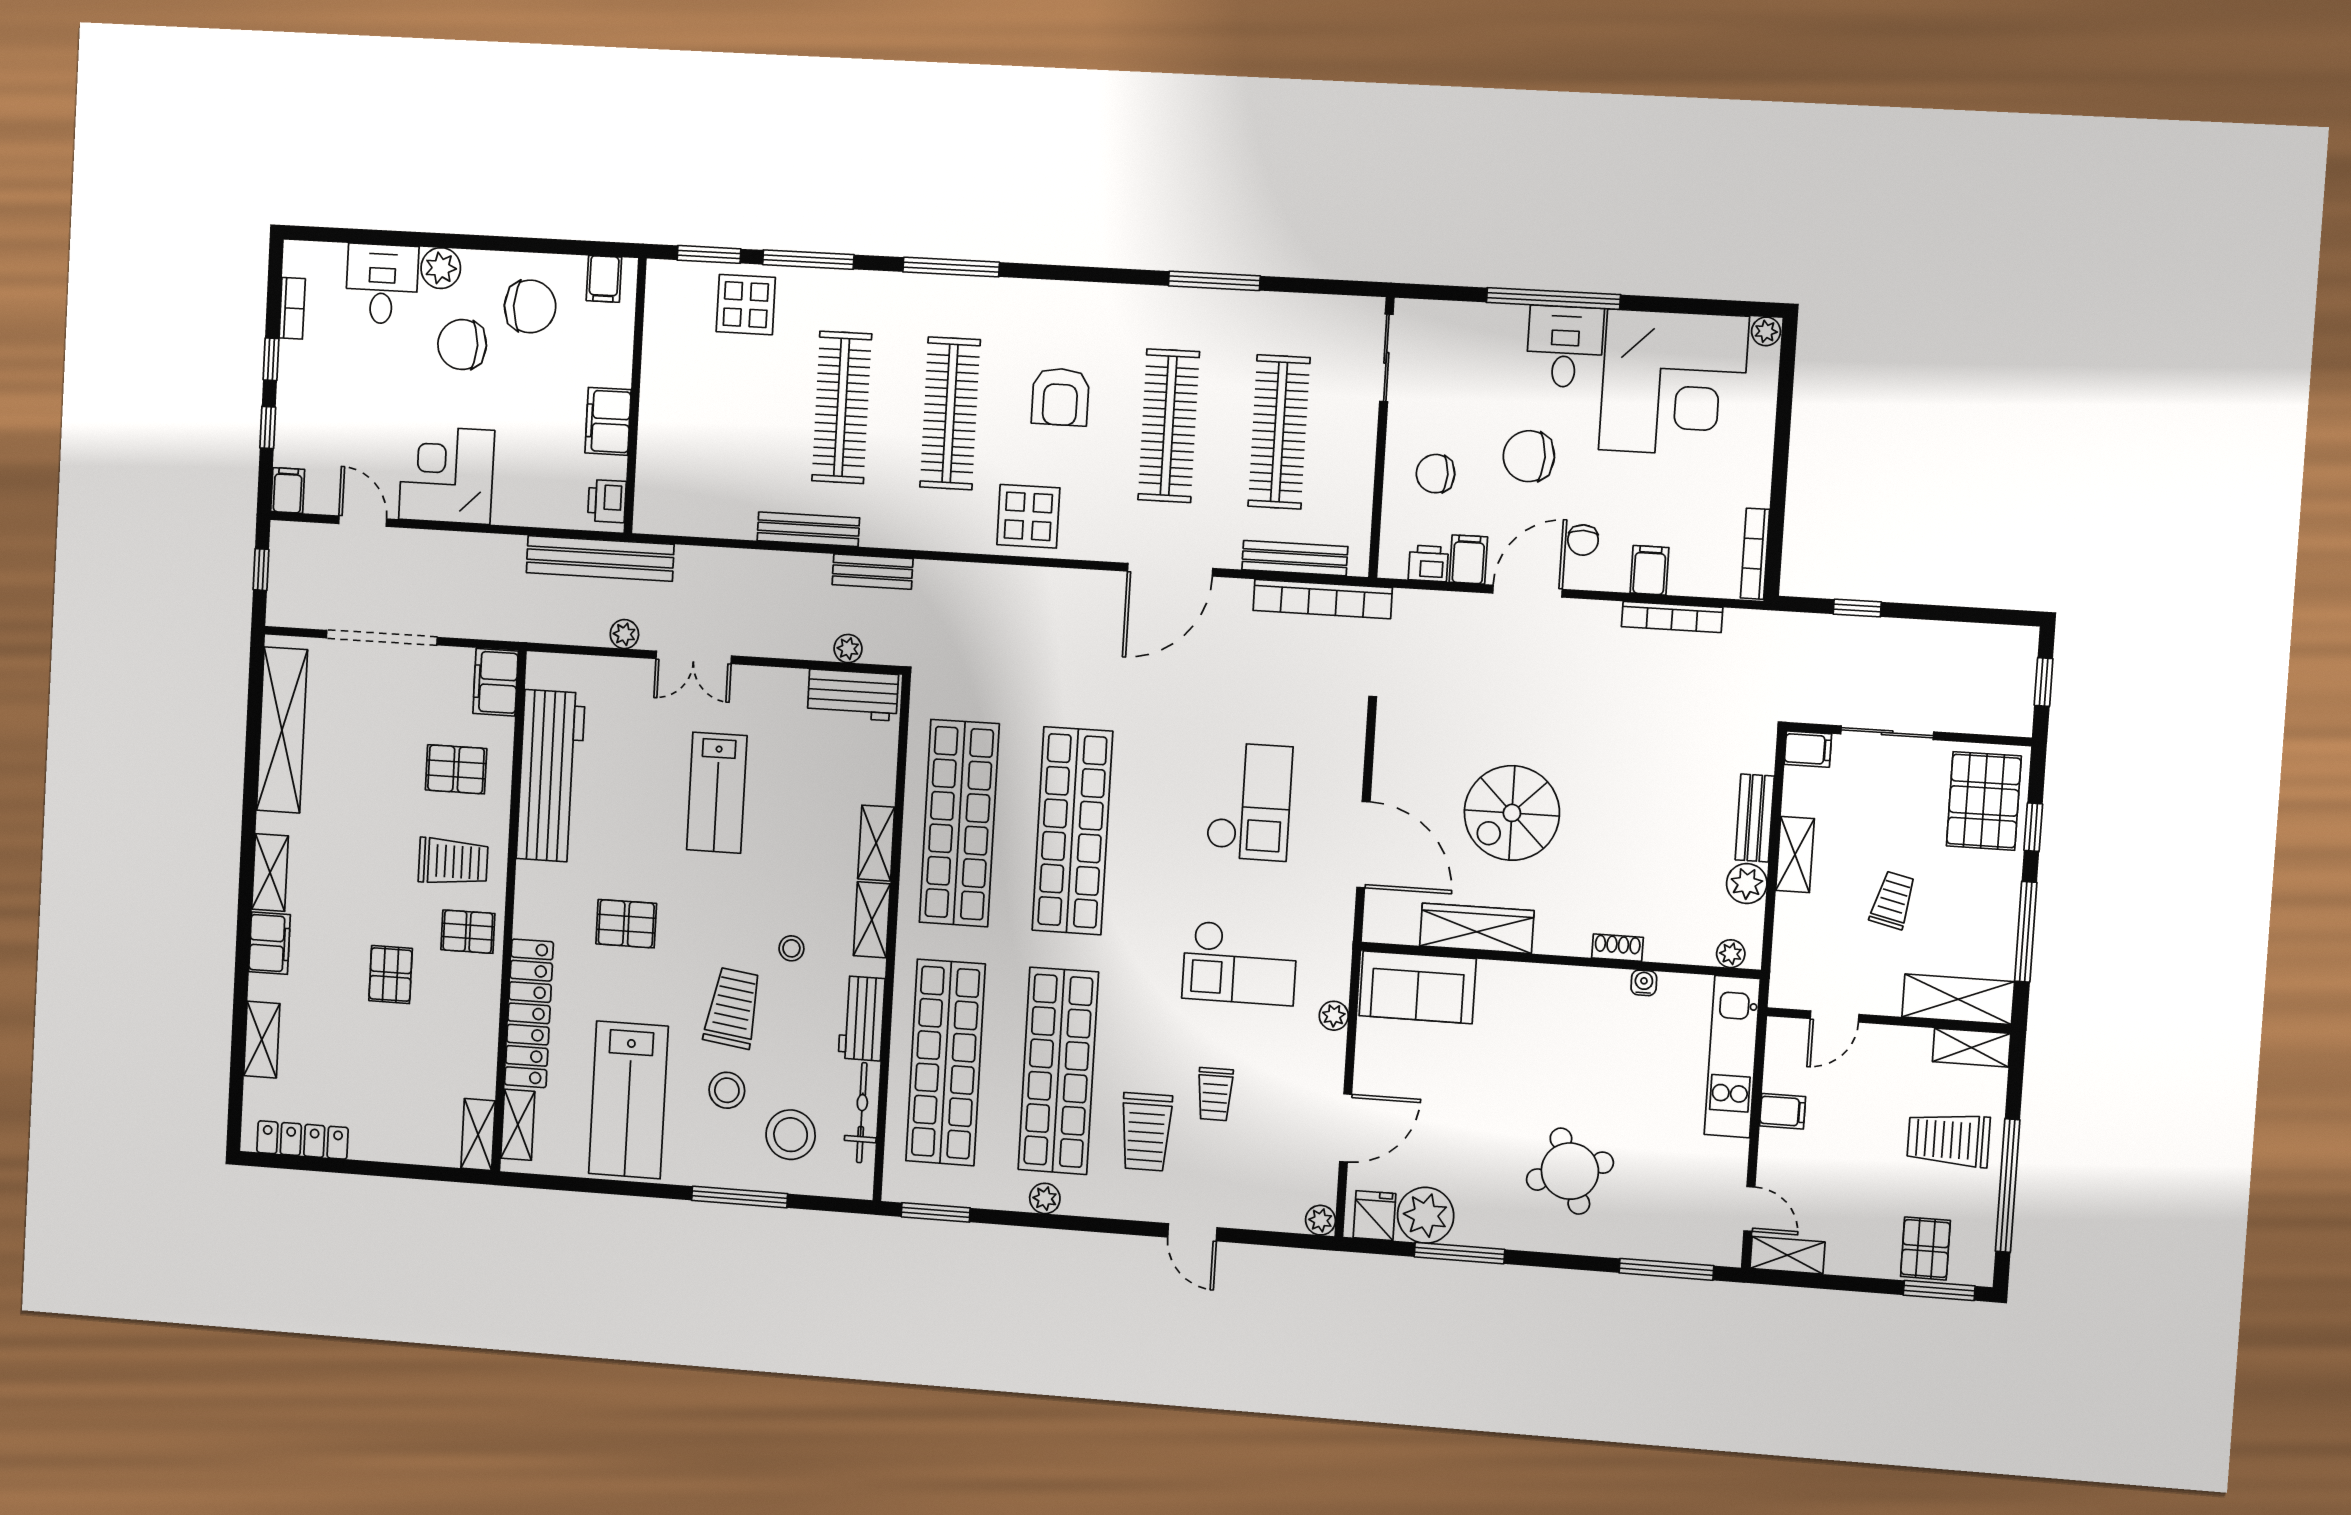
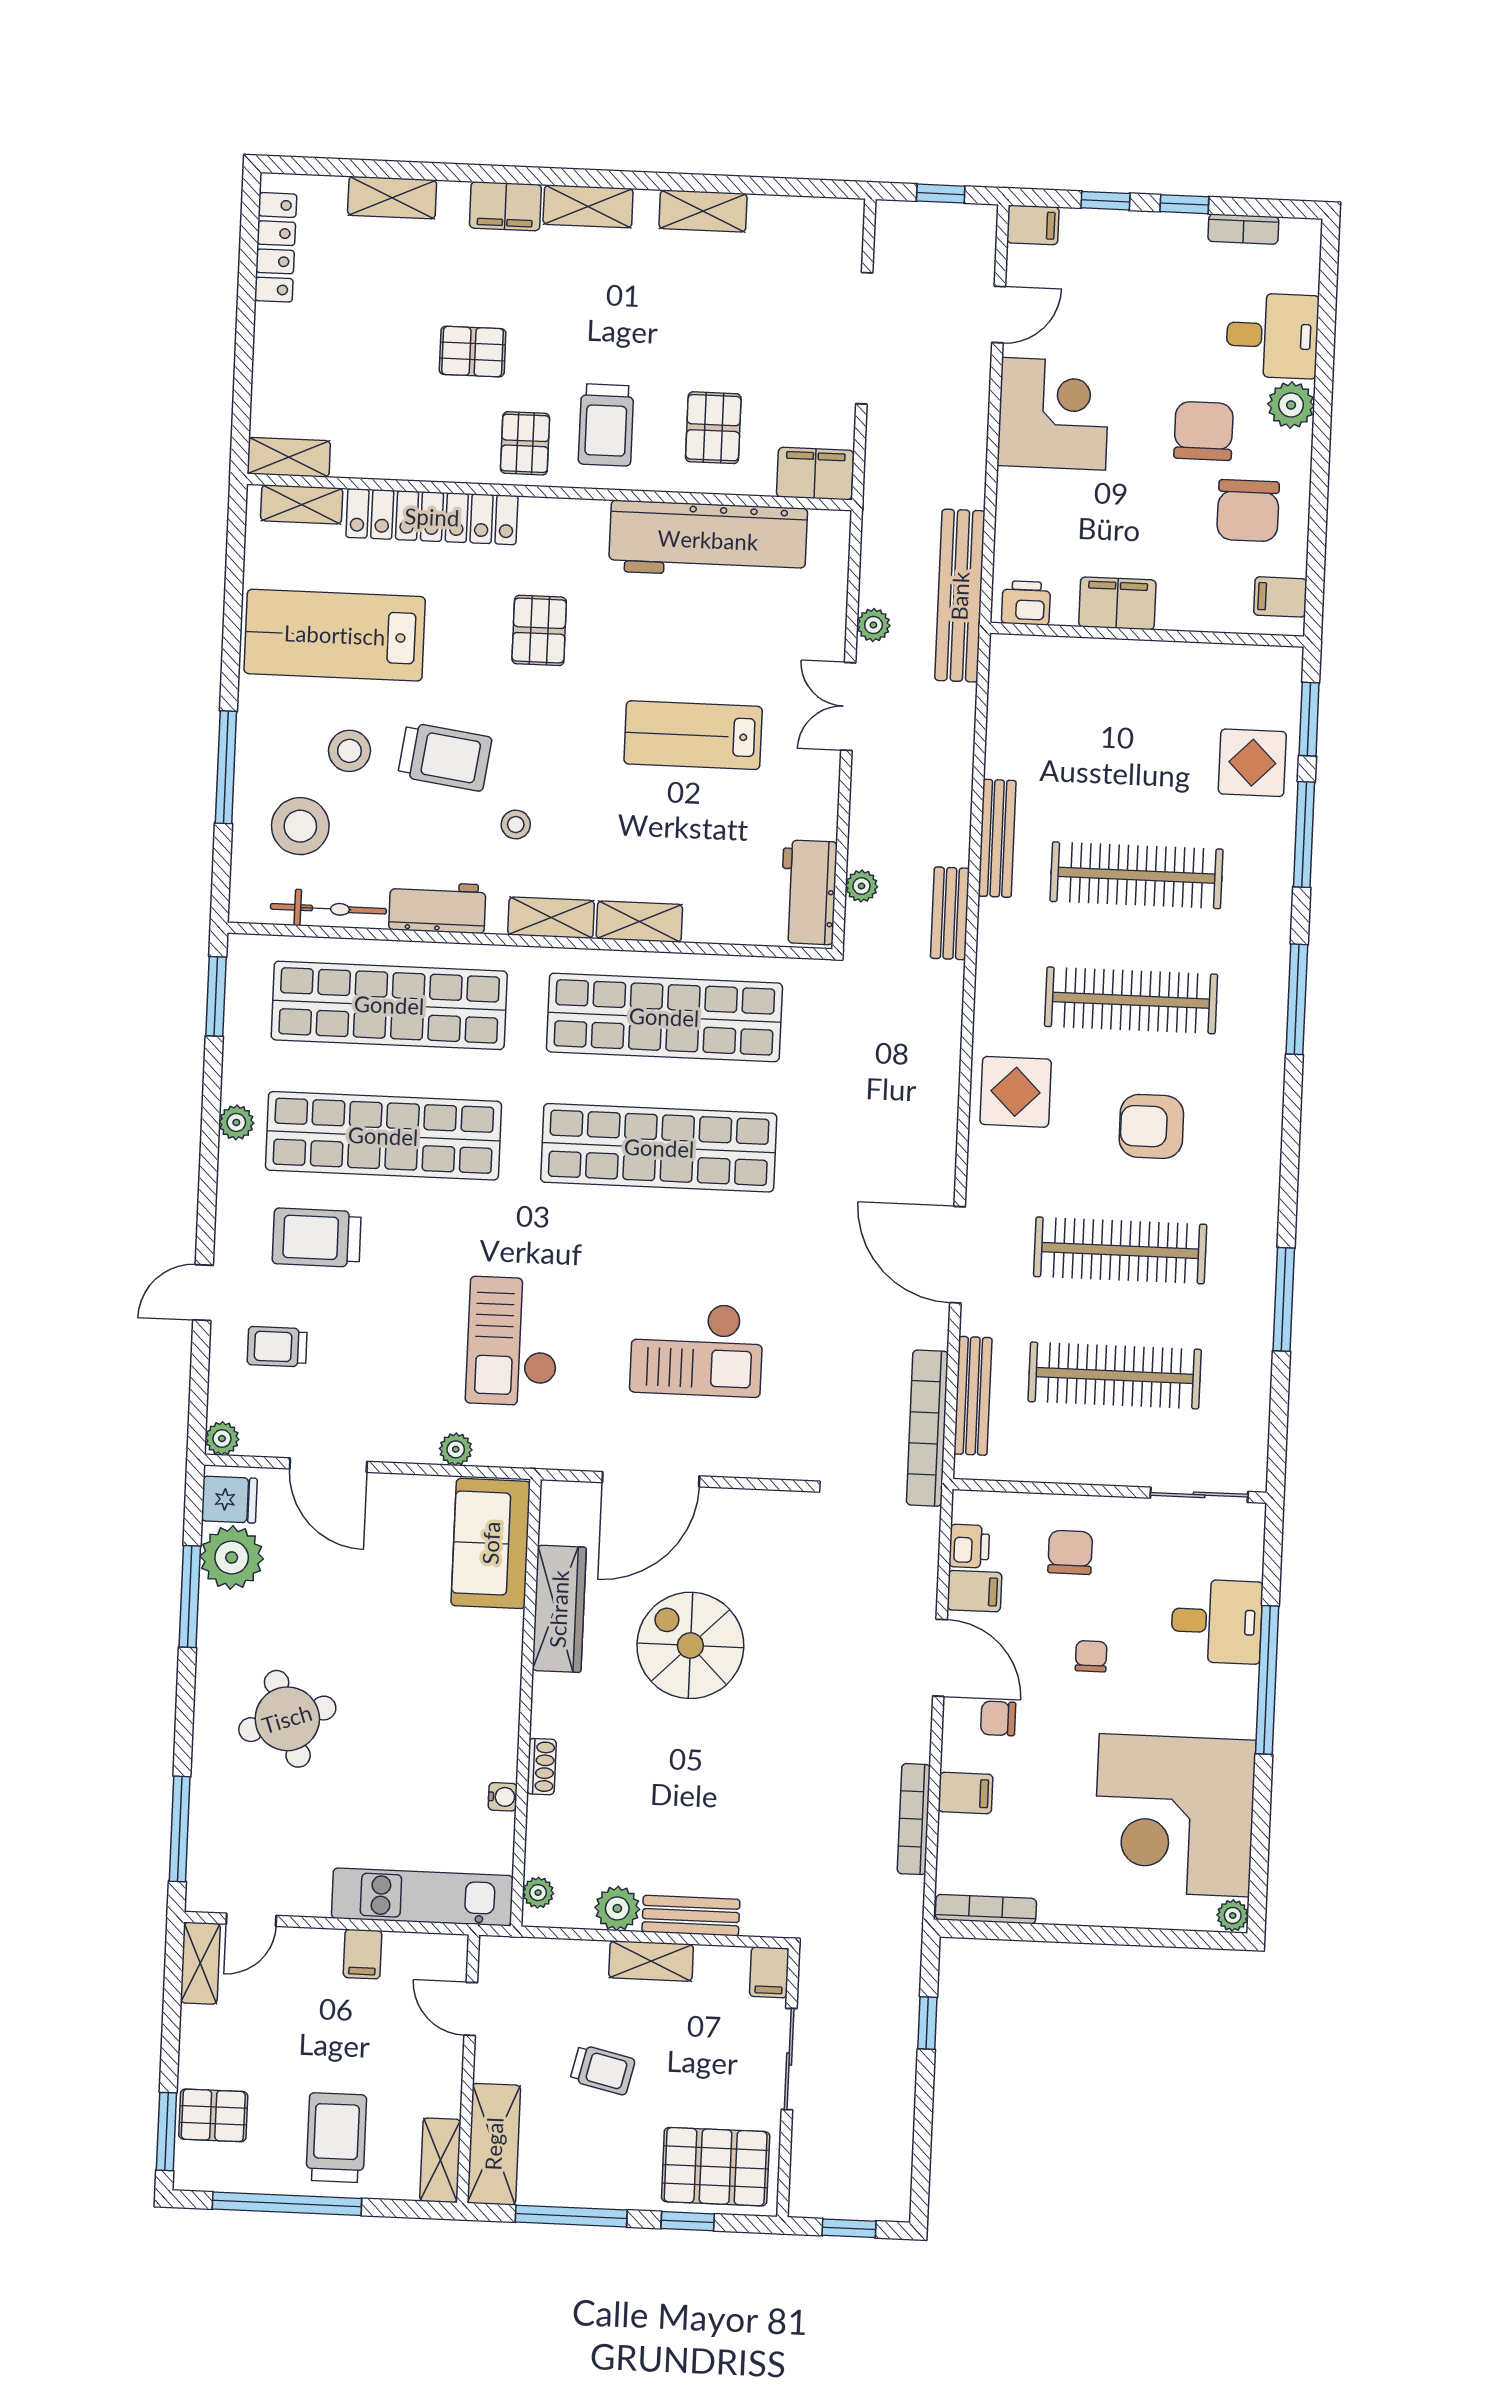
desk: (1565, 347) -> (1217, 1621), moved
chair: (1529, 456) -> (1091, 1656), width x0.54, depth x0.54
shelving: (282, 730) -> (703, 211), width x0.45, depth x0.75
trolley: (1215, 1094) -> (277, 1347), moved

